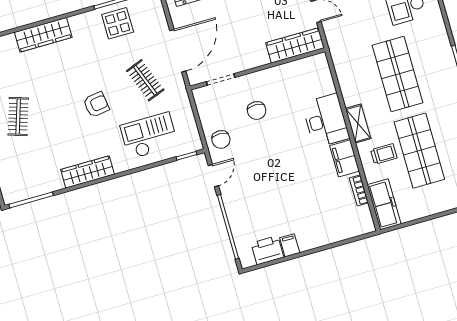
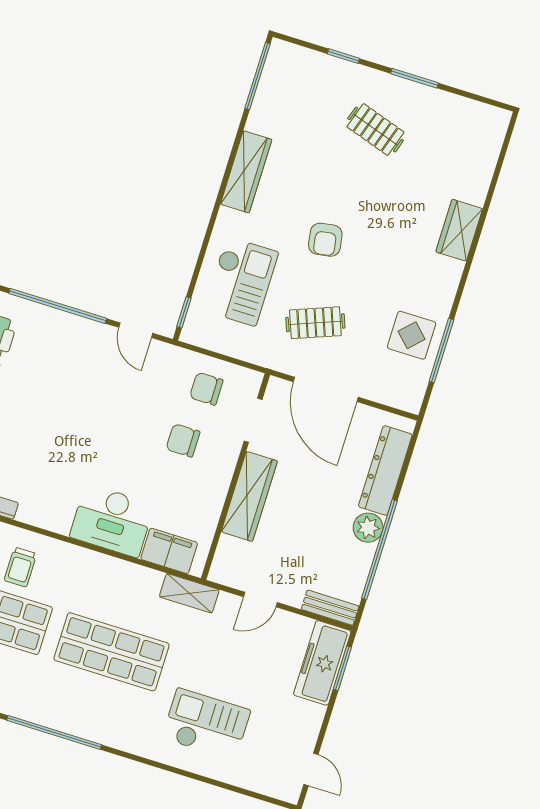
wardrobe: (43, 35) -> (459, 230), width x0.67
wardrobe: (295, 45) -> (249, 496), moved
shelving: (358, 124) -> (189, 593), moved
chair: (221, 139) -> (206, 389), moved
filing cabinet: (345, 158) -> (169, 551), moved

